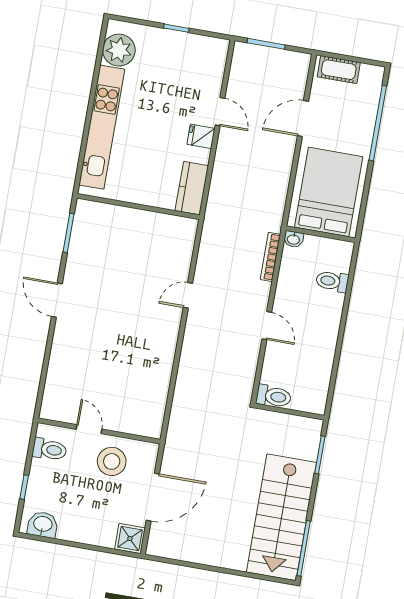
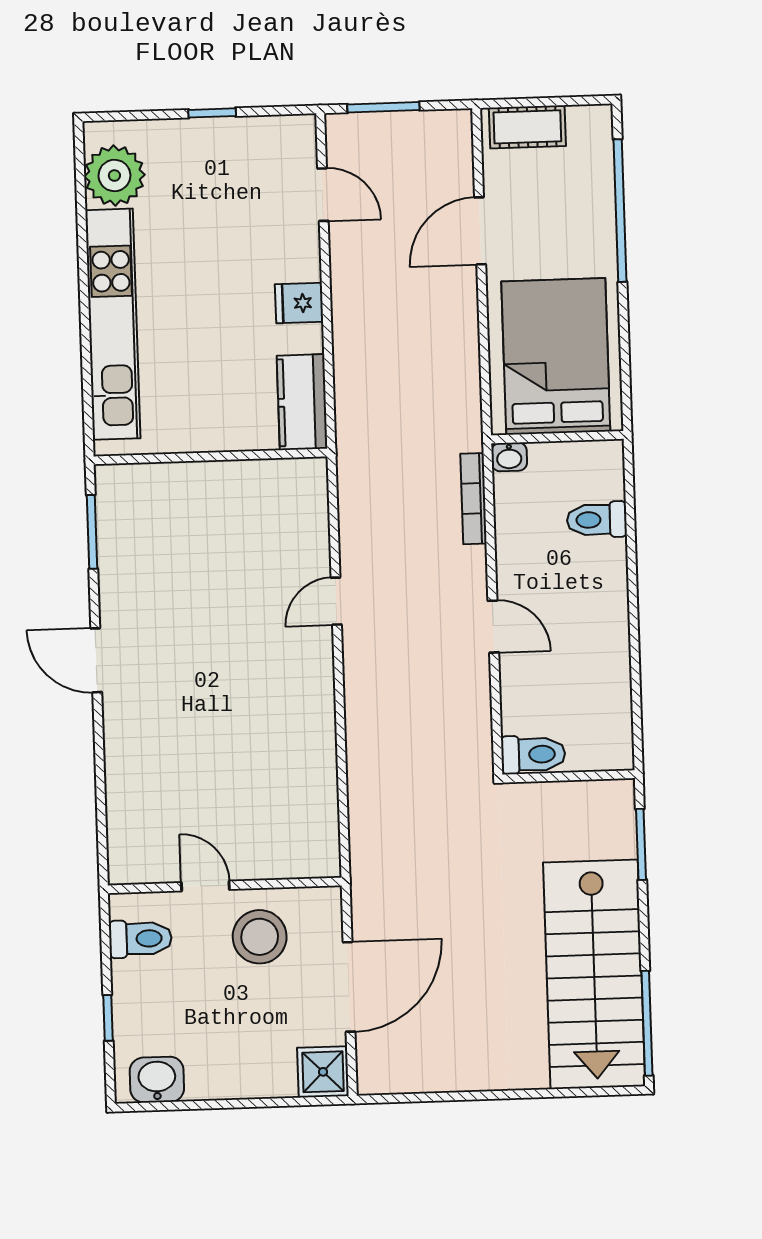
door: (220, 112) -> (323, 195), moved

